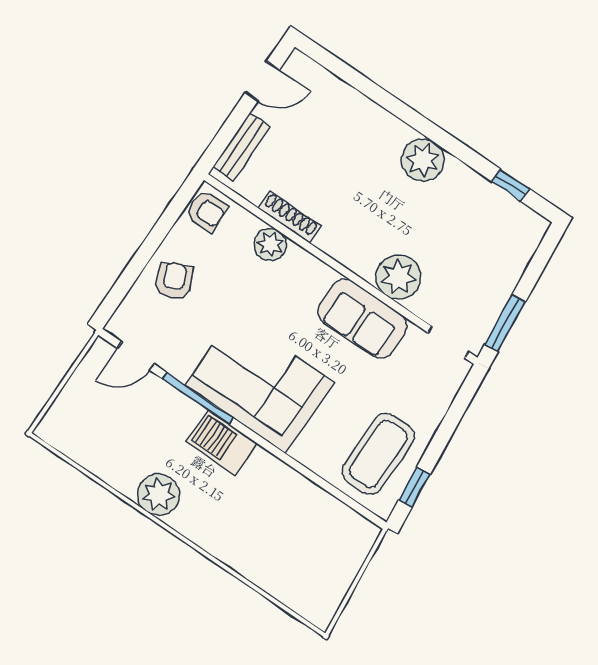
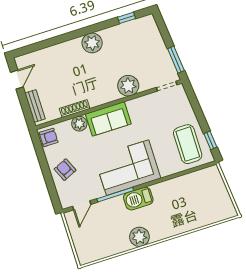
sofa: (363, 319) -> (108, 119), moved

